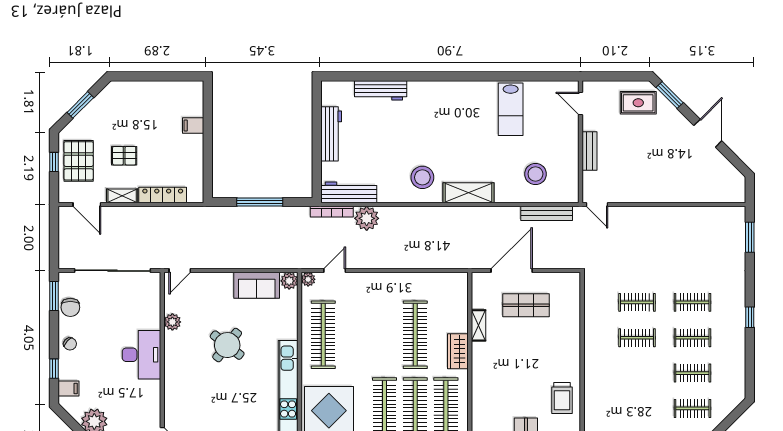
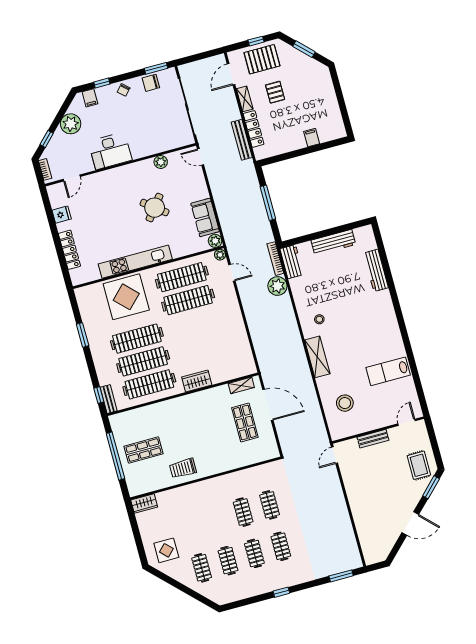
stool: (422, 177) -> (319, 319), width x0.53, depth x0.53
workbench: (349, 192) -> (292, 262), width x0.73
bench: (547, 213) -> (242, 140), moved
shelving: (478, 325) -> (241, 385), moved
clothes rail: (415, 335) -> (188, 300), moved
desk: (141, 355) -> (110, 151), moved

